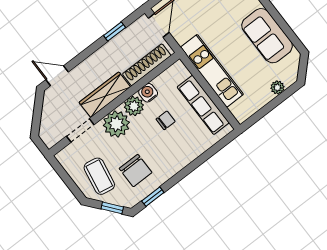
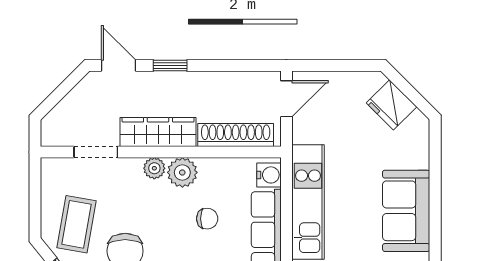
window: (115, 31) -> (170, 66), moved
water cooler: (148, 93) -> (269, 175), moved, turned 90
plant: (116, 124) -> (154, 168), width x0.53, depth x0.53

